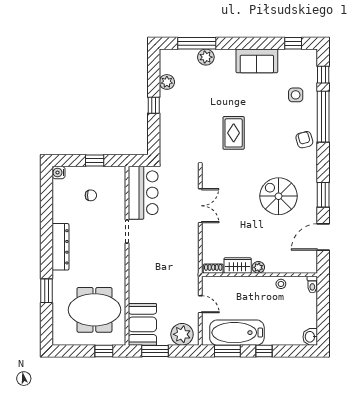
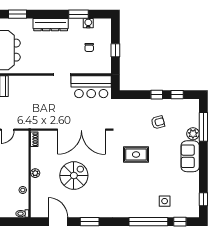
sofa: (257, 61) -> (190, 156), moved
window: (154, 78) -> (177, 95), added
plant: (167, 82) -> (174, 104), removed
armchair: (304, 140) -> (158, 122), moved
water cooler: (59, 173) -> (88, 23), moved
spiral stairs: (278, 196) -> (74, 176), moved
double door: (200, 206) -> (81, 130), width x1.87
window: (46, 209) -> (79, 14), added
wardrobe: (238, 266) -> (37, 158), removed

